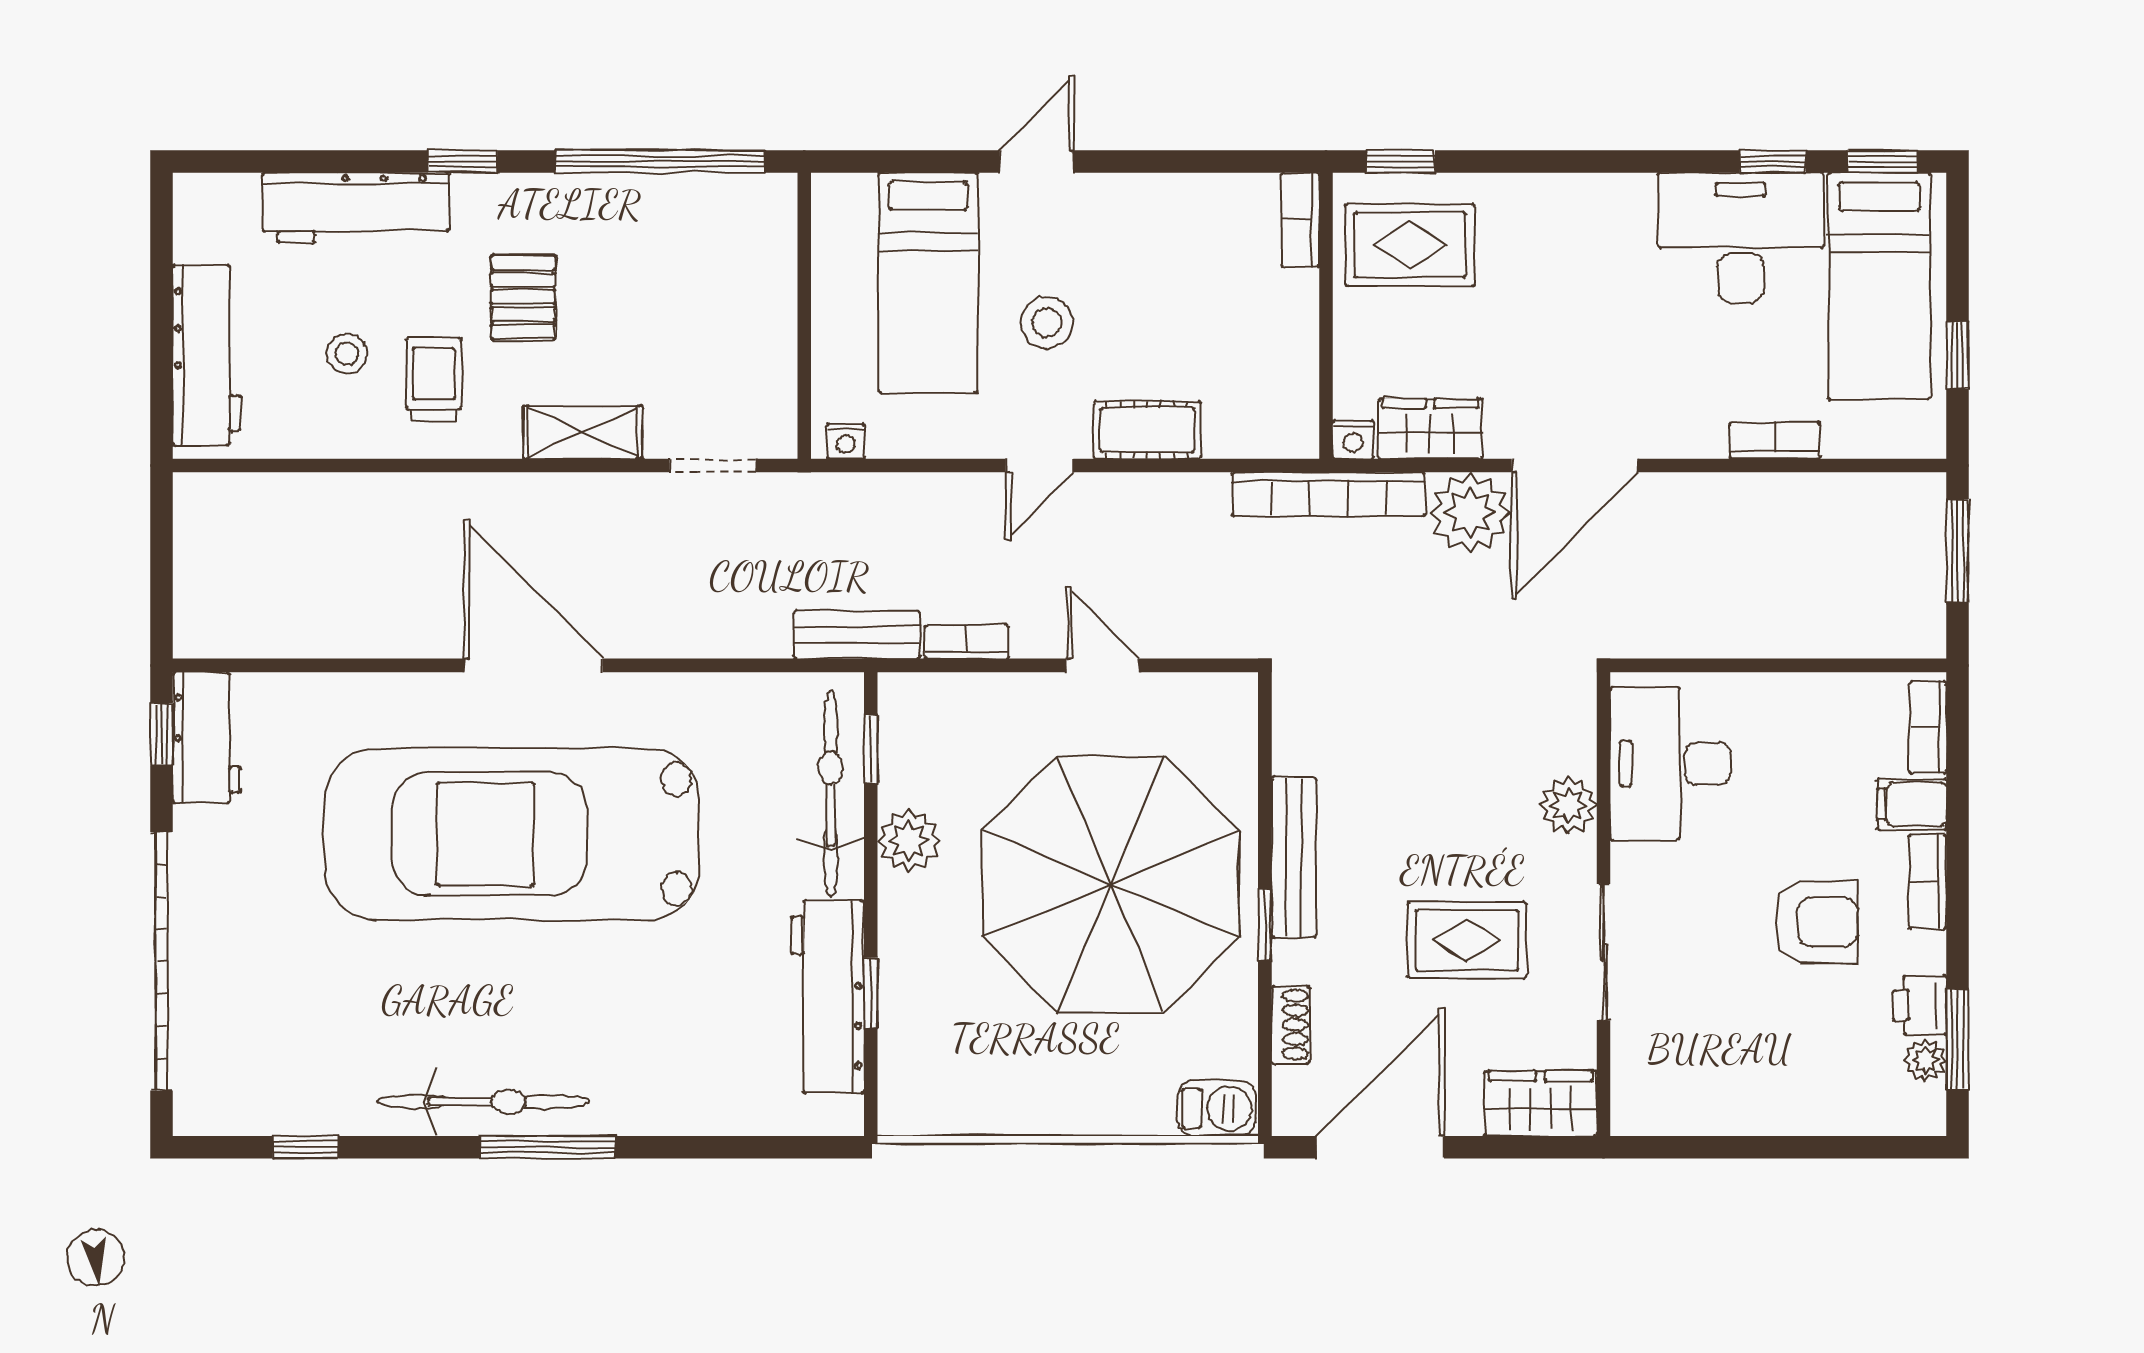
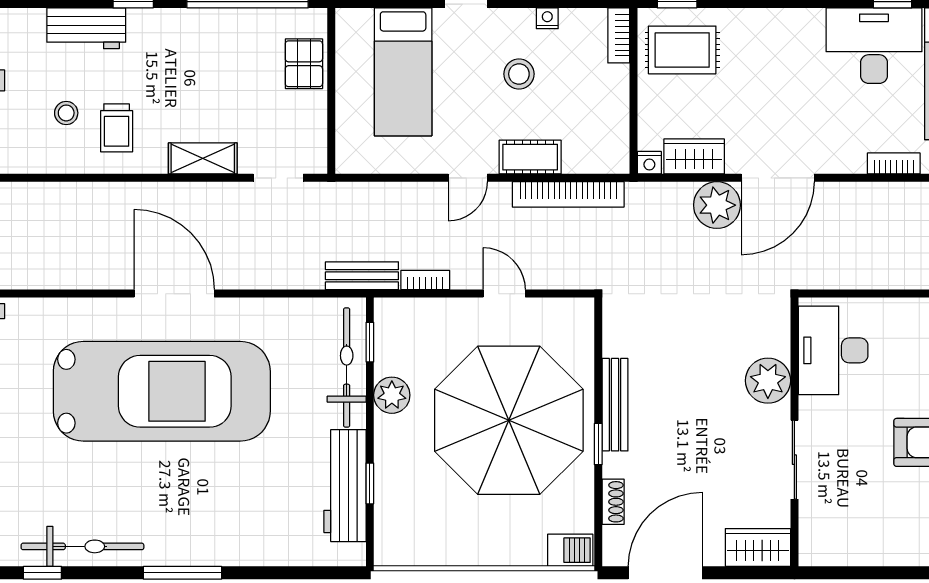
workbench: (356, 208) -> (86, 28), width x0.73
pallet: (523, 297) -> (304, 64), moved
stool: (1047, 323) -> (519, 74), moved
trolley: (434, 379) -> (117, 128), turned 180
nightstand: (846, 441) -> (547, 18), moved, turned 180
bookcase: (1329, 494) -> (568, 194), moved
plant: (1568, 805) -> (768, 381), width x1.36, depth x1.36
car: (512, 834) -> (162, 391), turned 180
rug: (1467, 940) -> (715, 453), removed
bicycle: (483, 1102) -> (82, 546), moved

